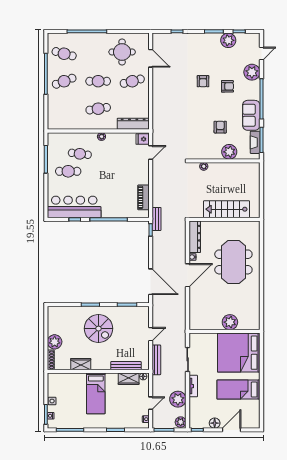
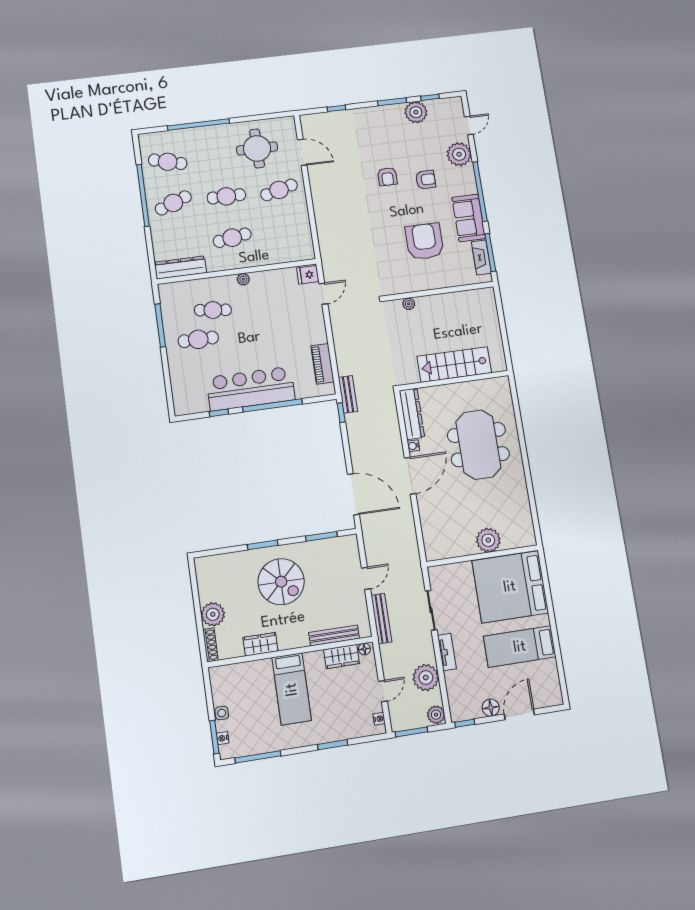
dresser: (133, 124) -> (180, 268), moved
armchair: (220, 127) -> (424, 241), width x1.88, depth x1.88
plant: (229, 152) -> (444, 277), removed
bar counter: (74, 207) -> (251, 389), moved

